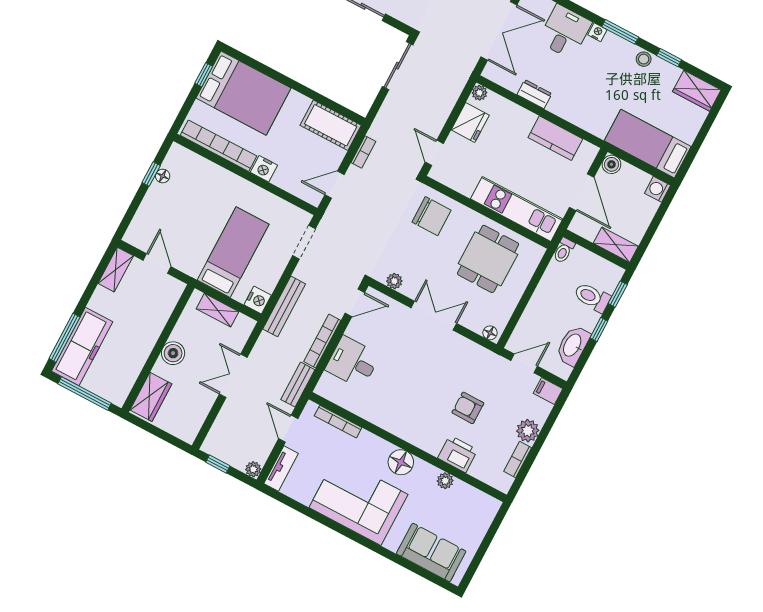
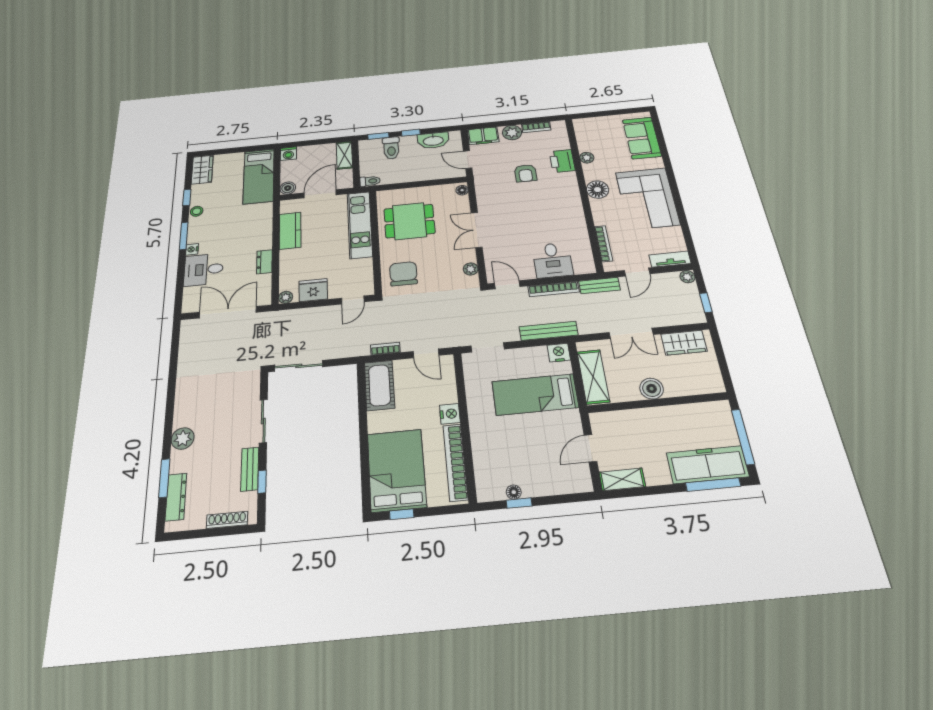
shelving: (218, 310) -> (593, 377), width x1.50, depth x1.33
filing cabinet: (548, 391) -> (483, 136), width x2.00
wardrobe: (151, 397) -> (684, 343), moved, turned 180

